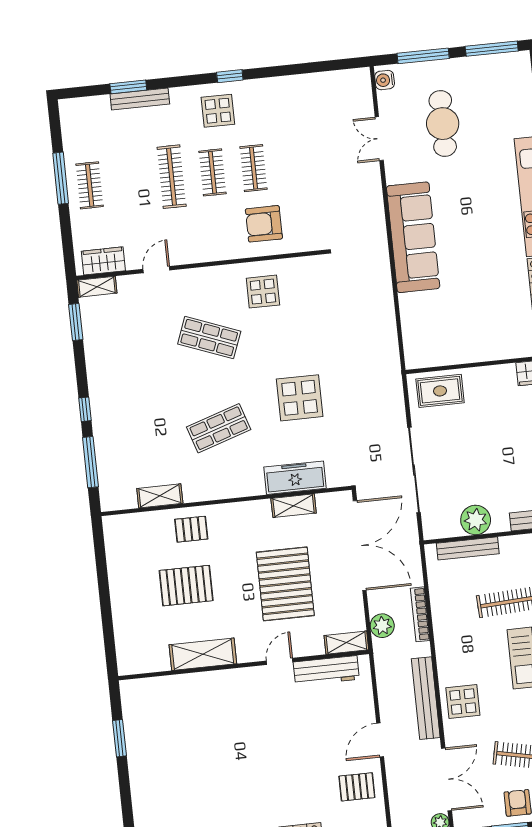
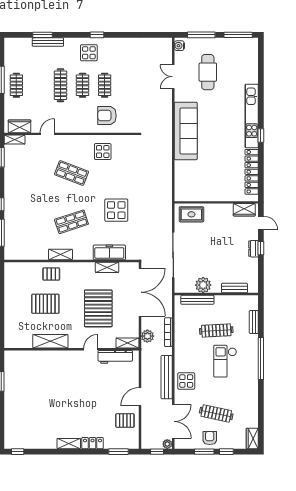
shelving: (160, 496) -> (60, 255), moved

